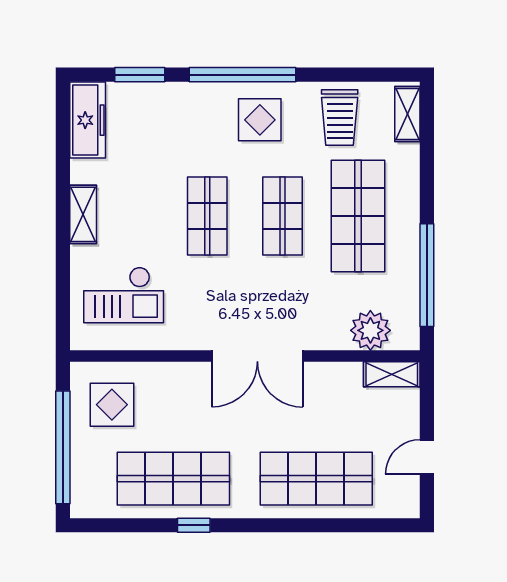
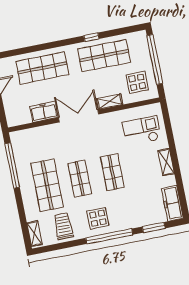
plant: (370, 330) -> (32, 137), removed
shelving: (392, 374) -> (110, 102), moved
freezer: (332, 380) -> (44, 112), added

